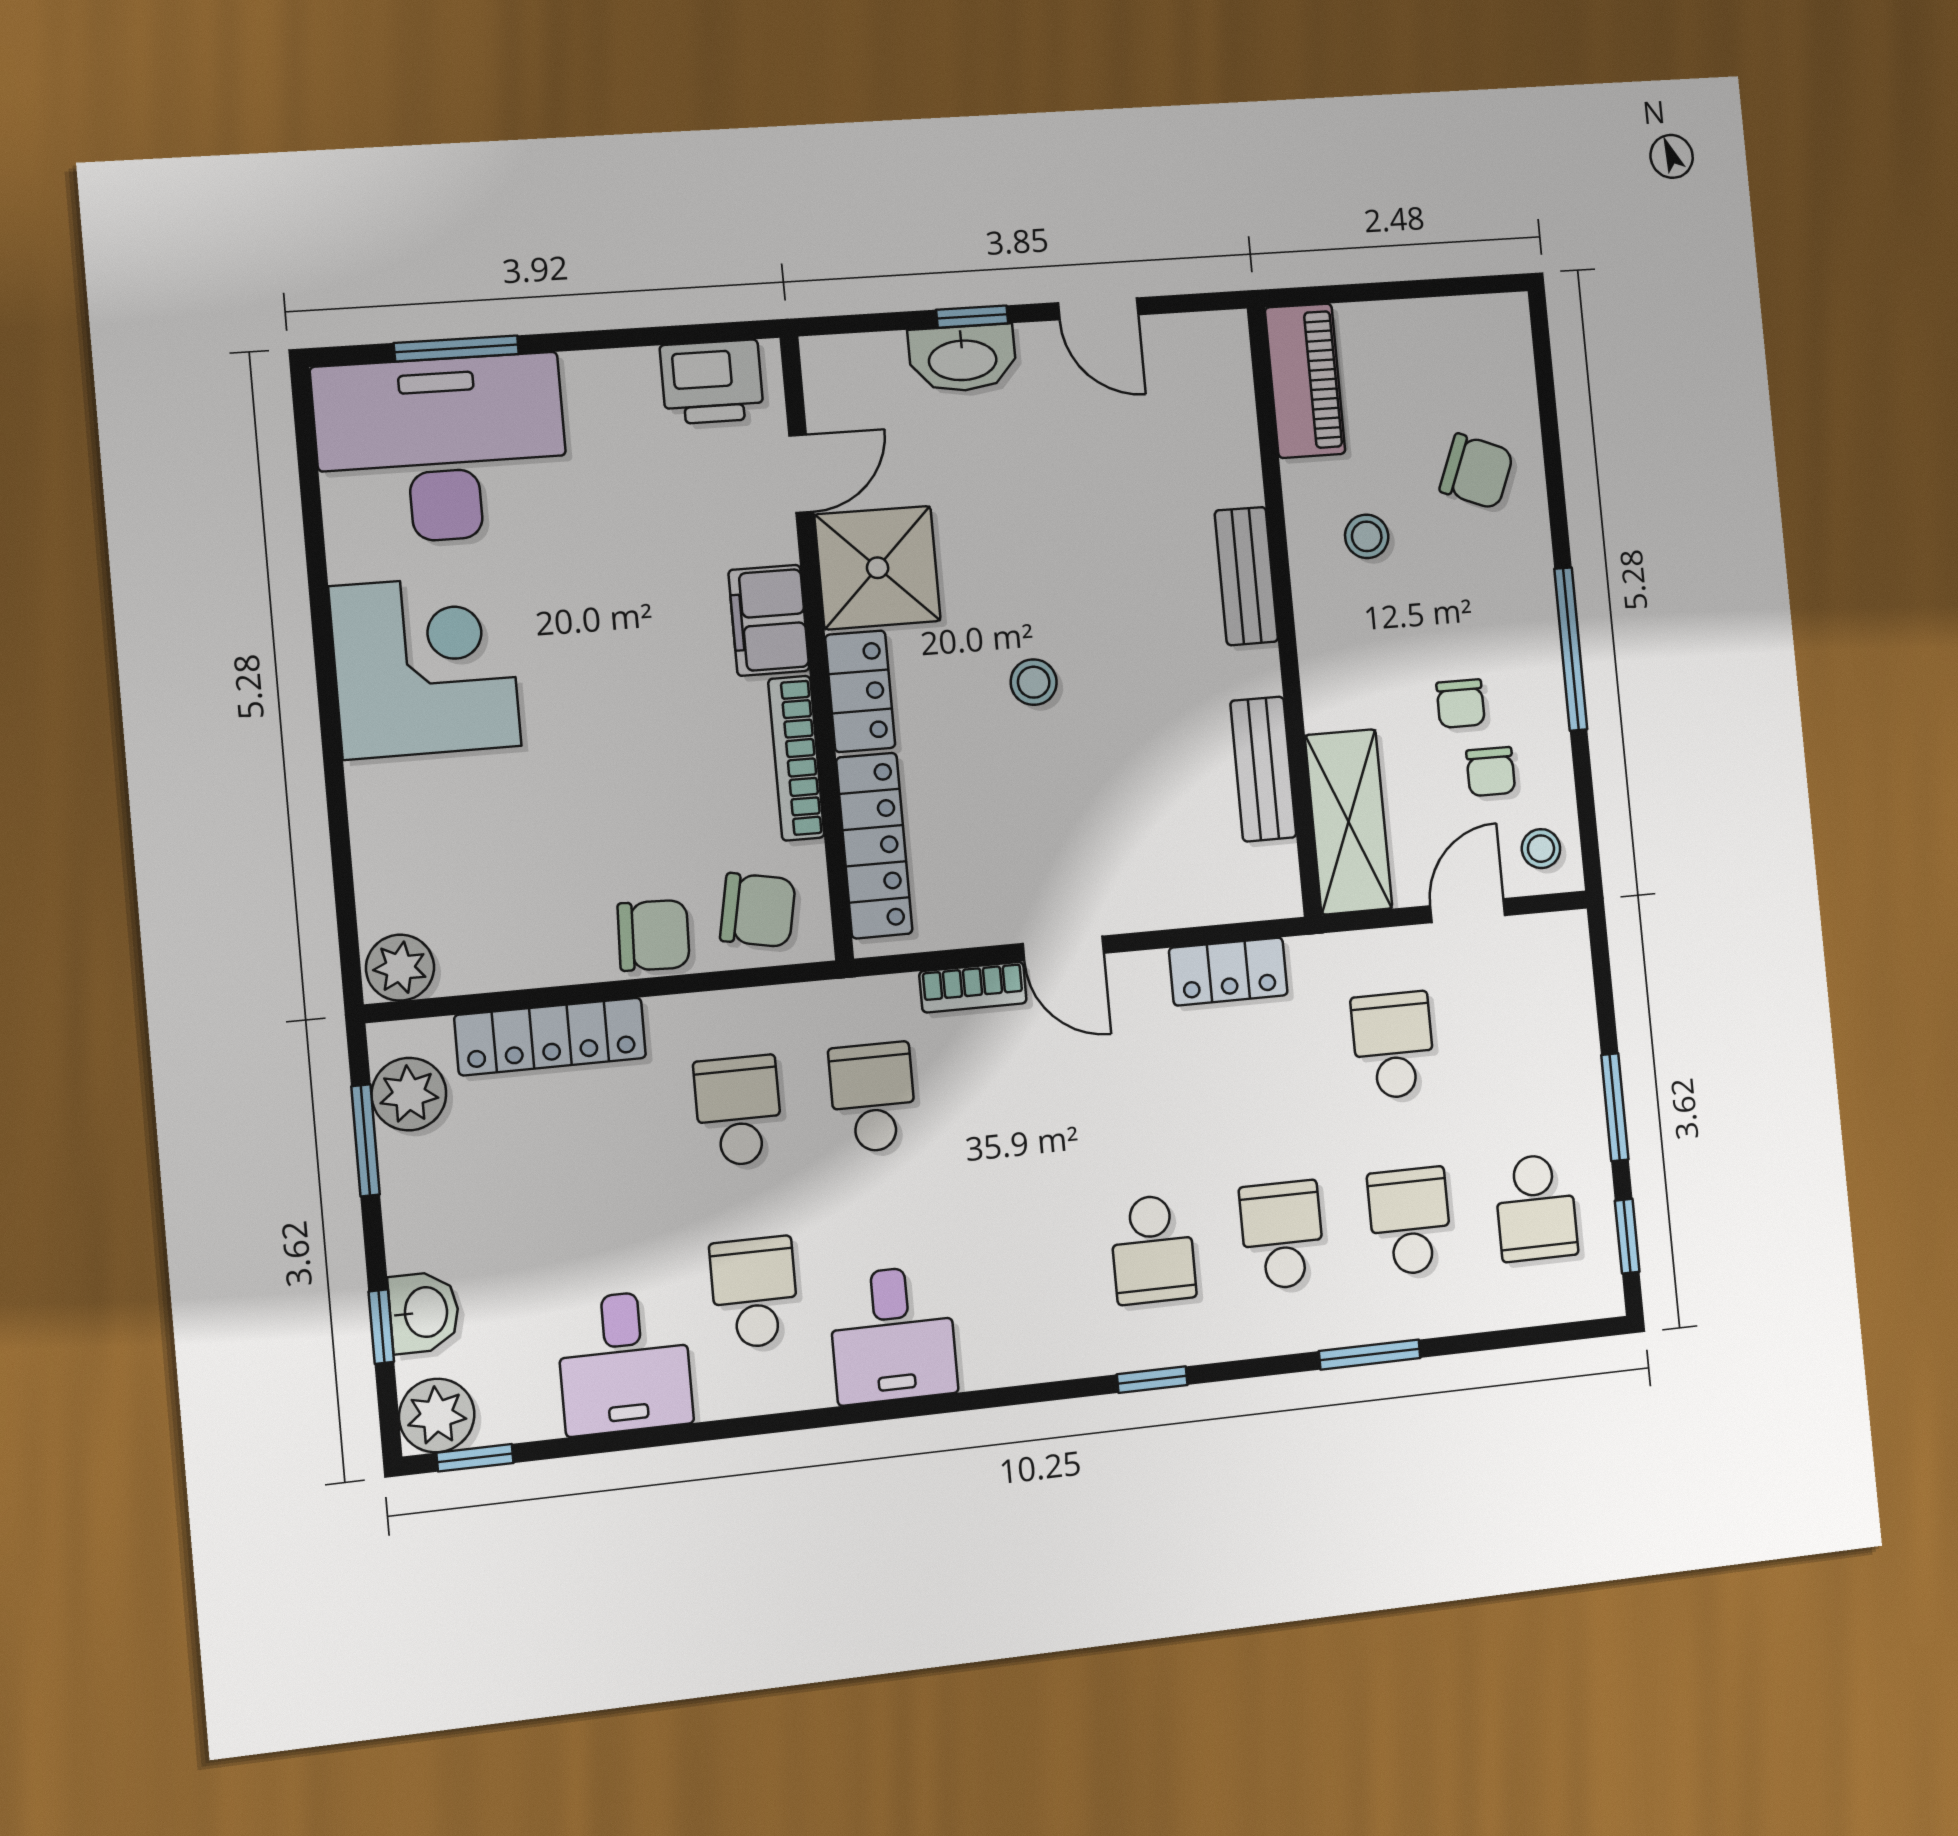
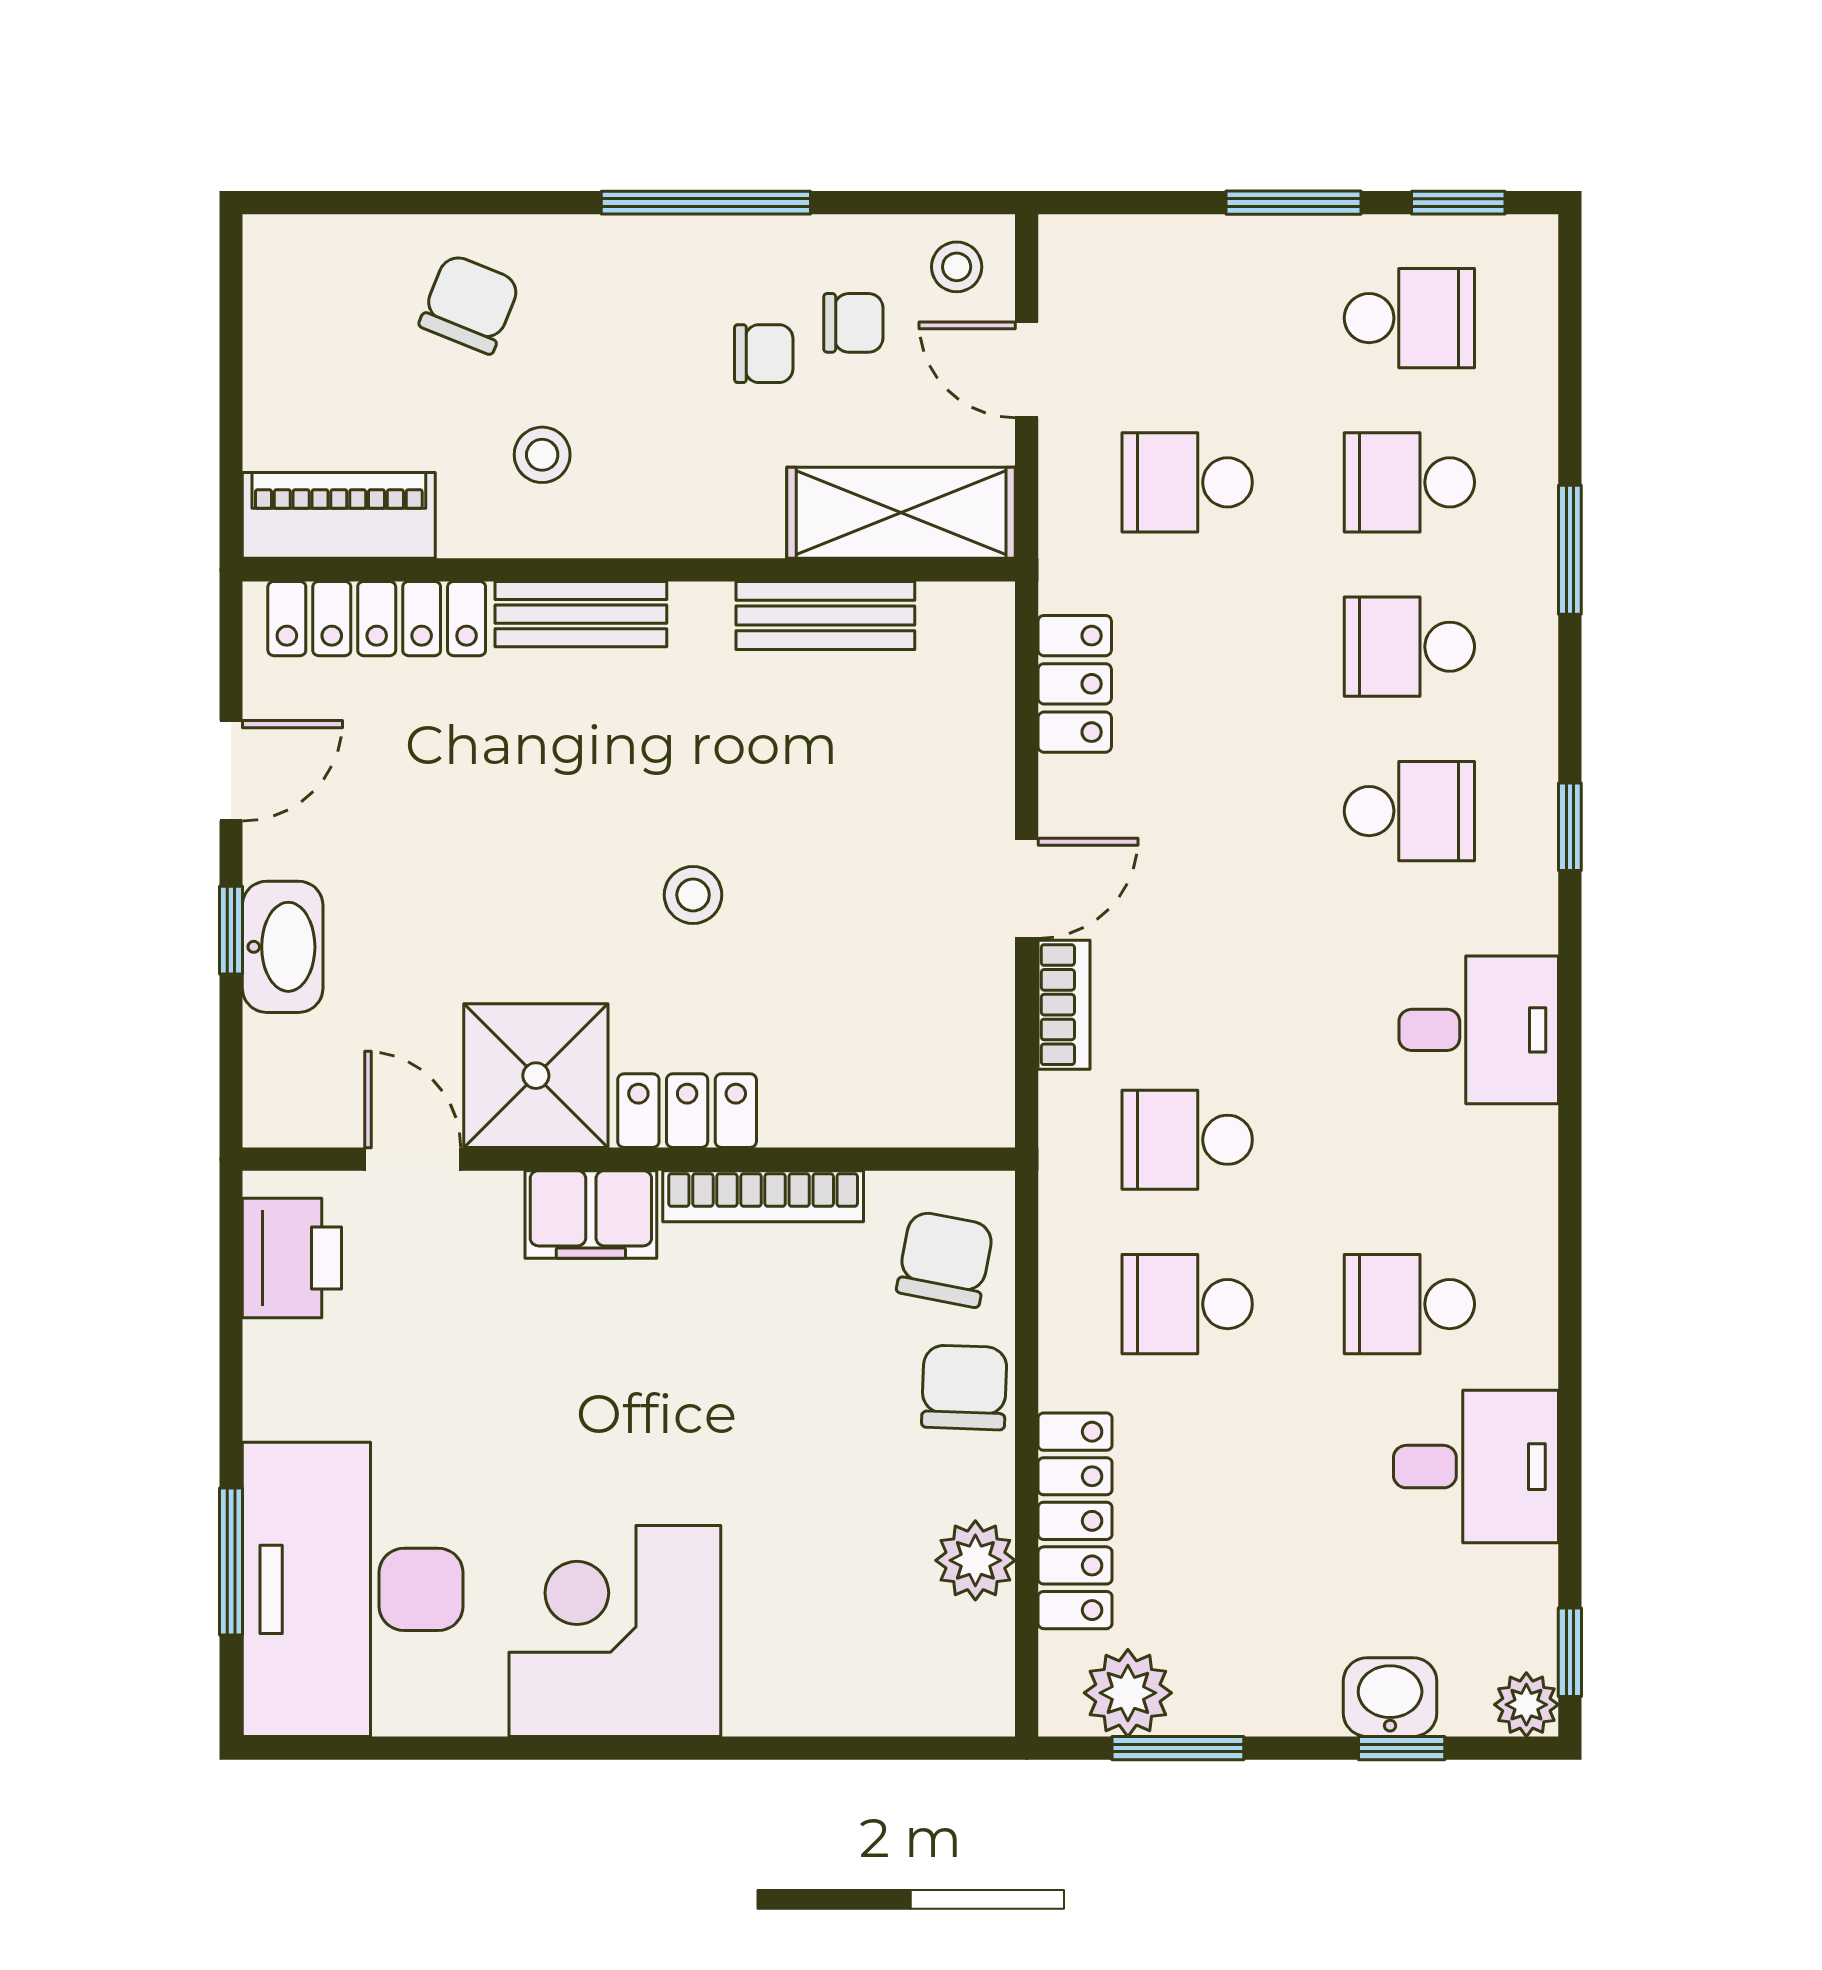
locker: (874, 846) -> (377, 619), moved, turned 180
plant: (400, 968) -> (975, 1560), moved
desk: (893, 1335) -> (1479, 1030), moved
plant: (437, 1415) -> (1526, 1705), width x0.73, depth x0.73

